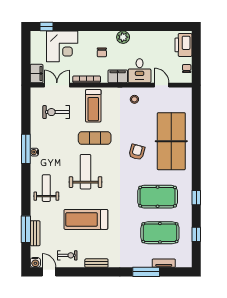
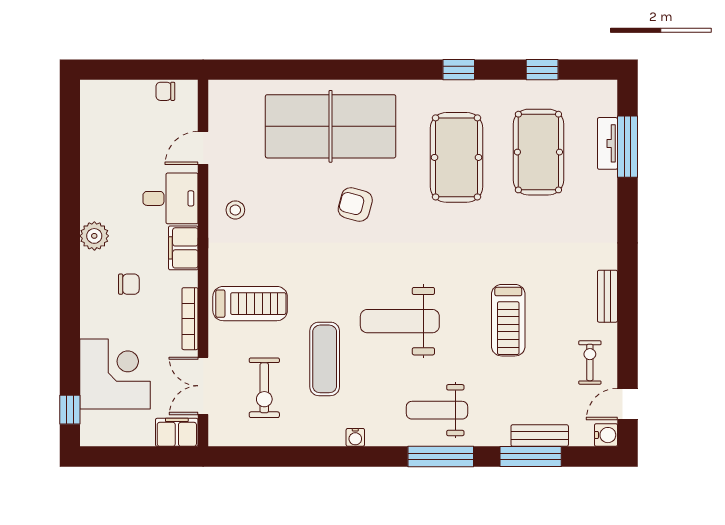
printer: (183, 45) -> (112, 99), removed
exercise mat: (95, 138) -> (325, 359), moved
window: (26, 149) -> (441, 456), moved
treadmill: (86, 219) -> (508, 320), width x0.73, depth x0.73
window: (146, 272) -> (627, 147), moved

